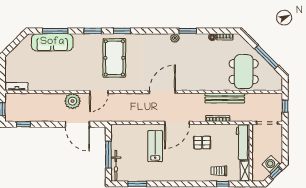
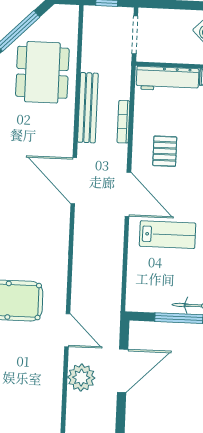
dining table: (244, 72) -> (42, 72), turned 90
door: (162, 92) -> (74, 181), moved
lab bench: (155, 146) -> (168, 235), turned 180

